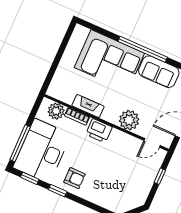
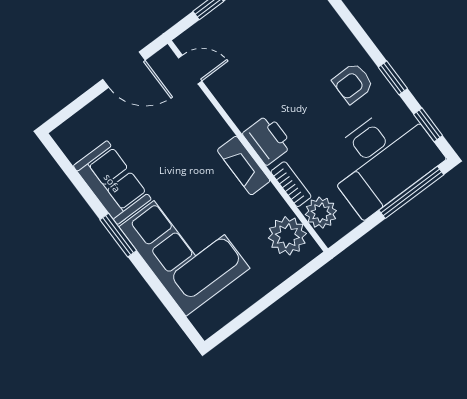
window: (143, 49) -> (118, 235), width x0.47
fireplace: (88, 106) -> (244, 166), moved
plant: (129, 120) -> (287, 236), moved
armchair: (74, 178) -> (353, 83), turned -90

